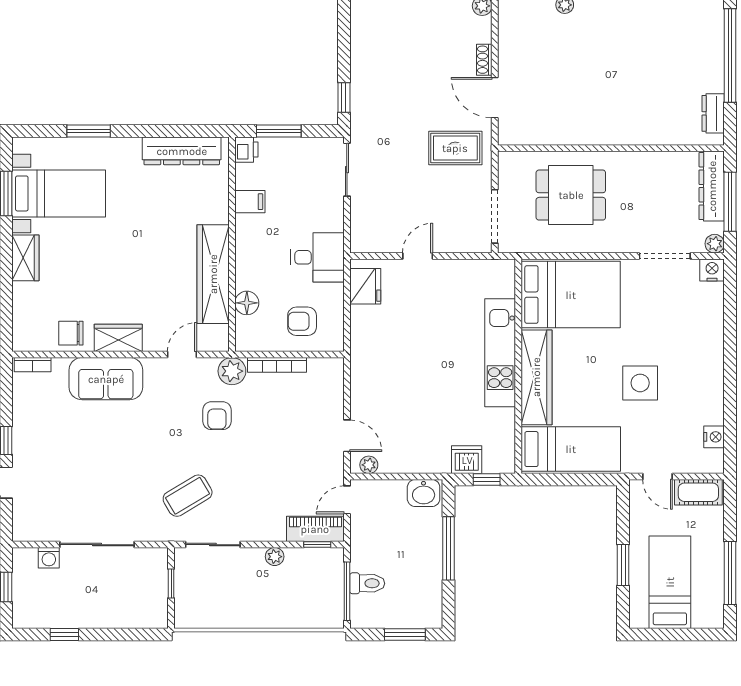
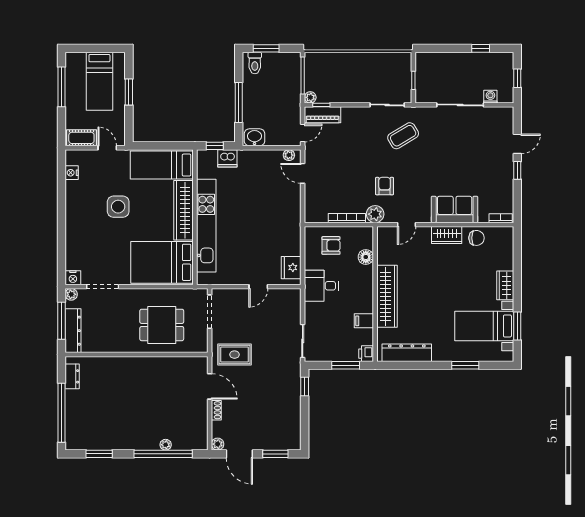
wardrobe: (213, 274) -> (387, 296), moved
kitchen unit: (500, 353) -> (206, 226), width x1.36
plant: (275, 557) -> (310, 97), moved
toilet: (367, 583) -> (255, 63), moved, turned -90

